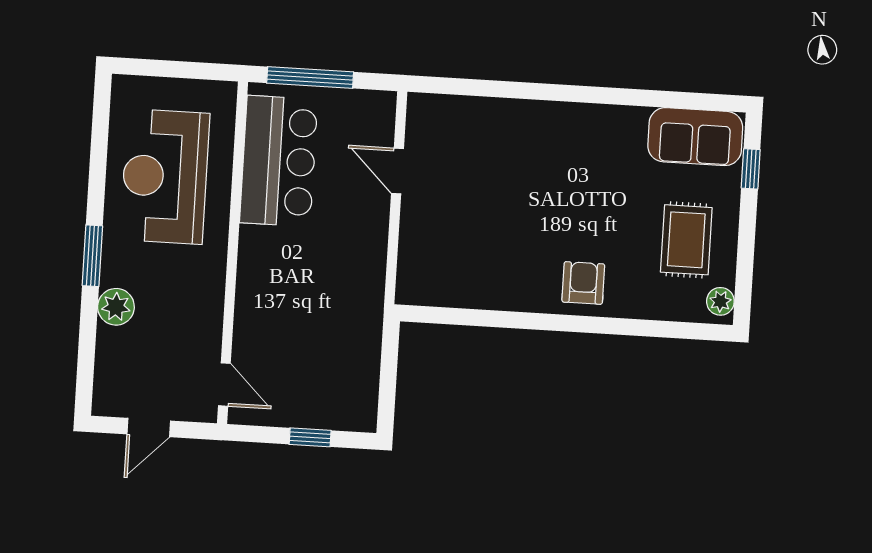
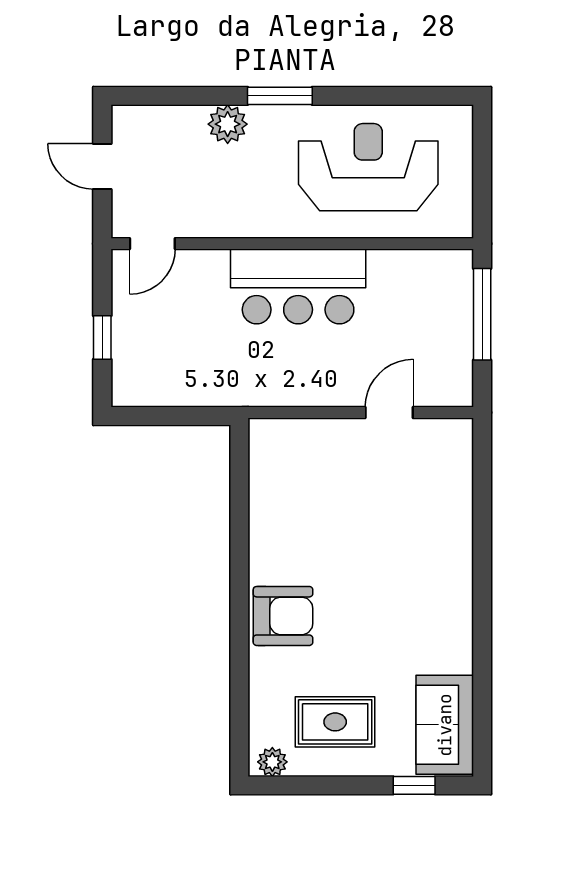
bar counter: (279, 161) -> (298, 286), moved
armchair: (583, 283) -> (283, 616), width x1.38, depth x1.38

